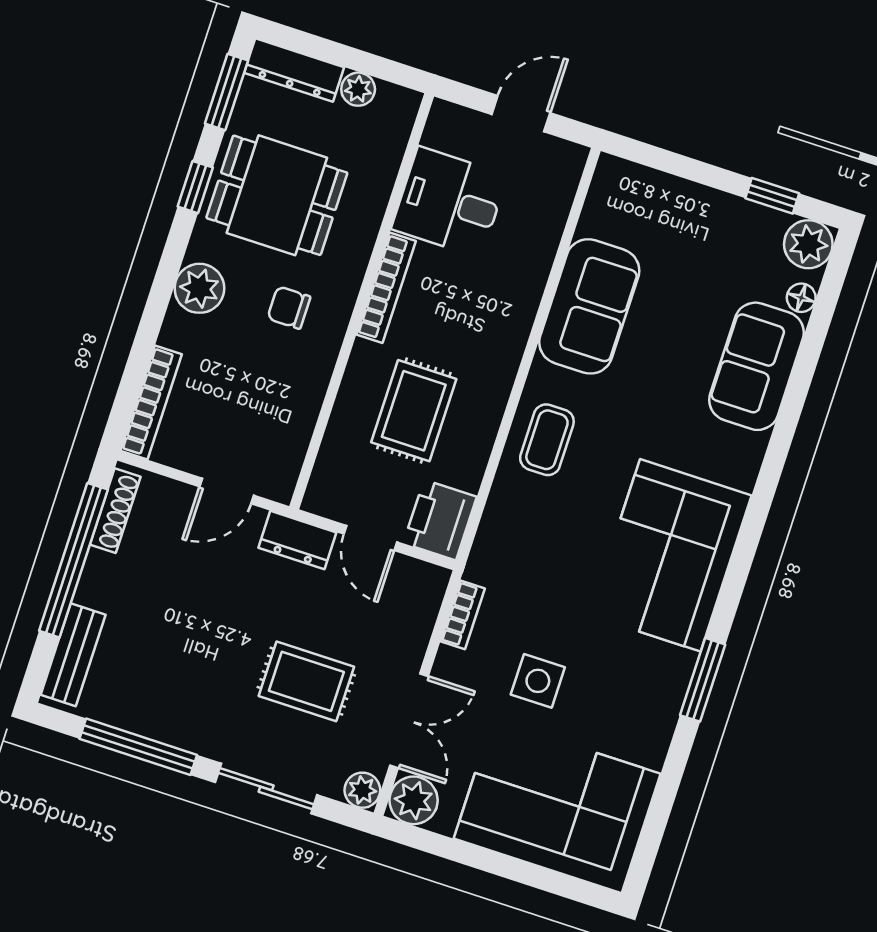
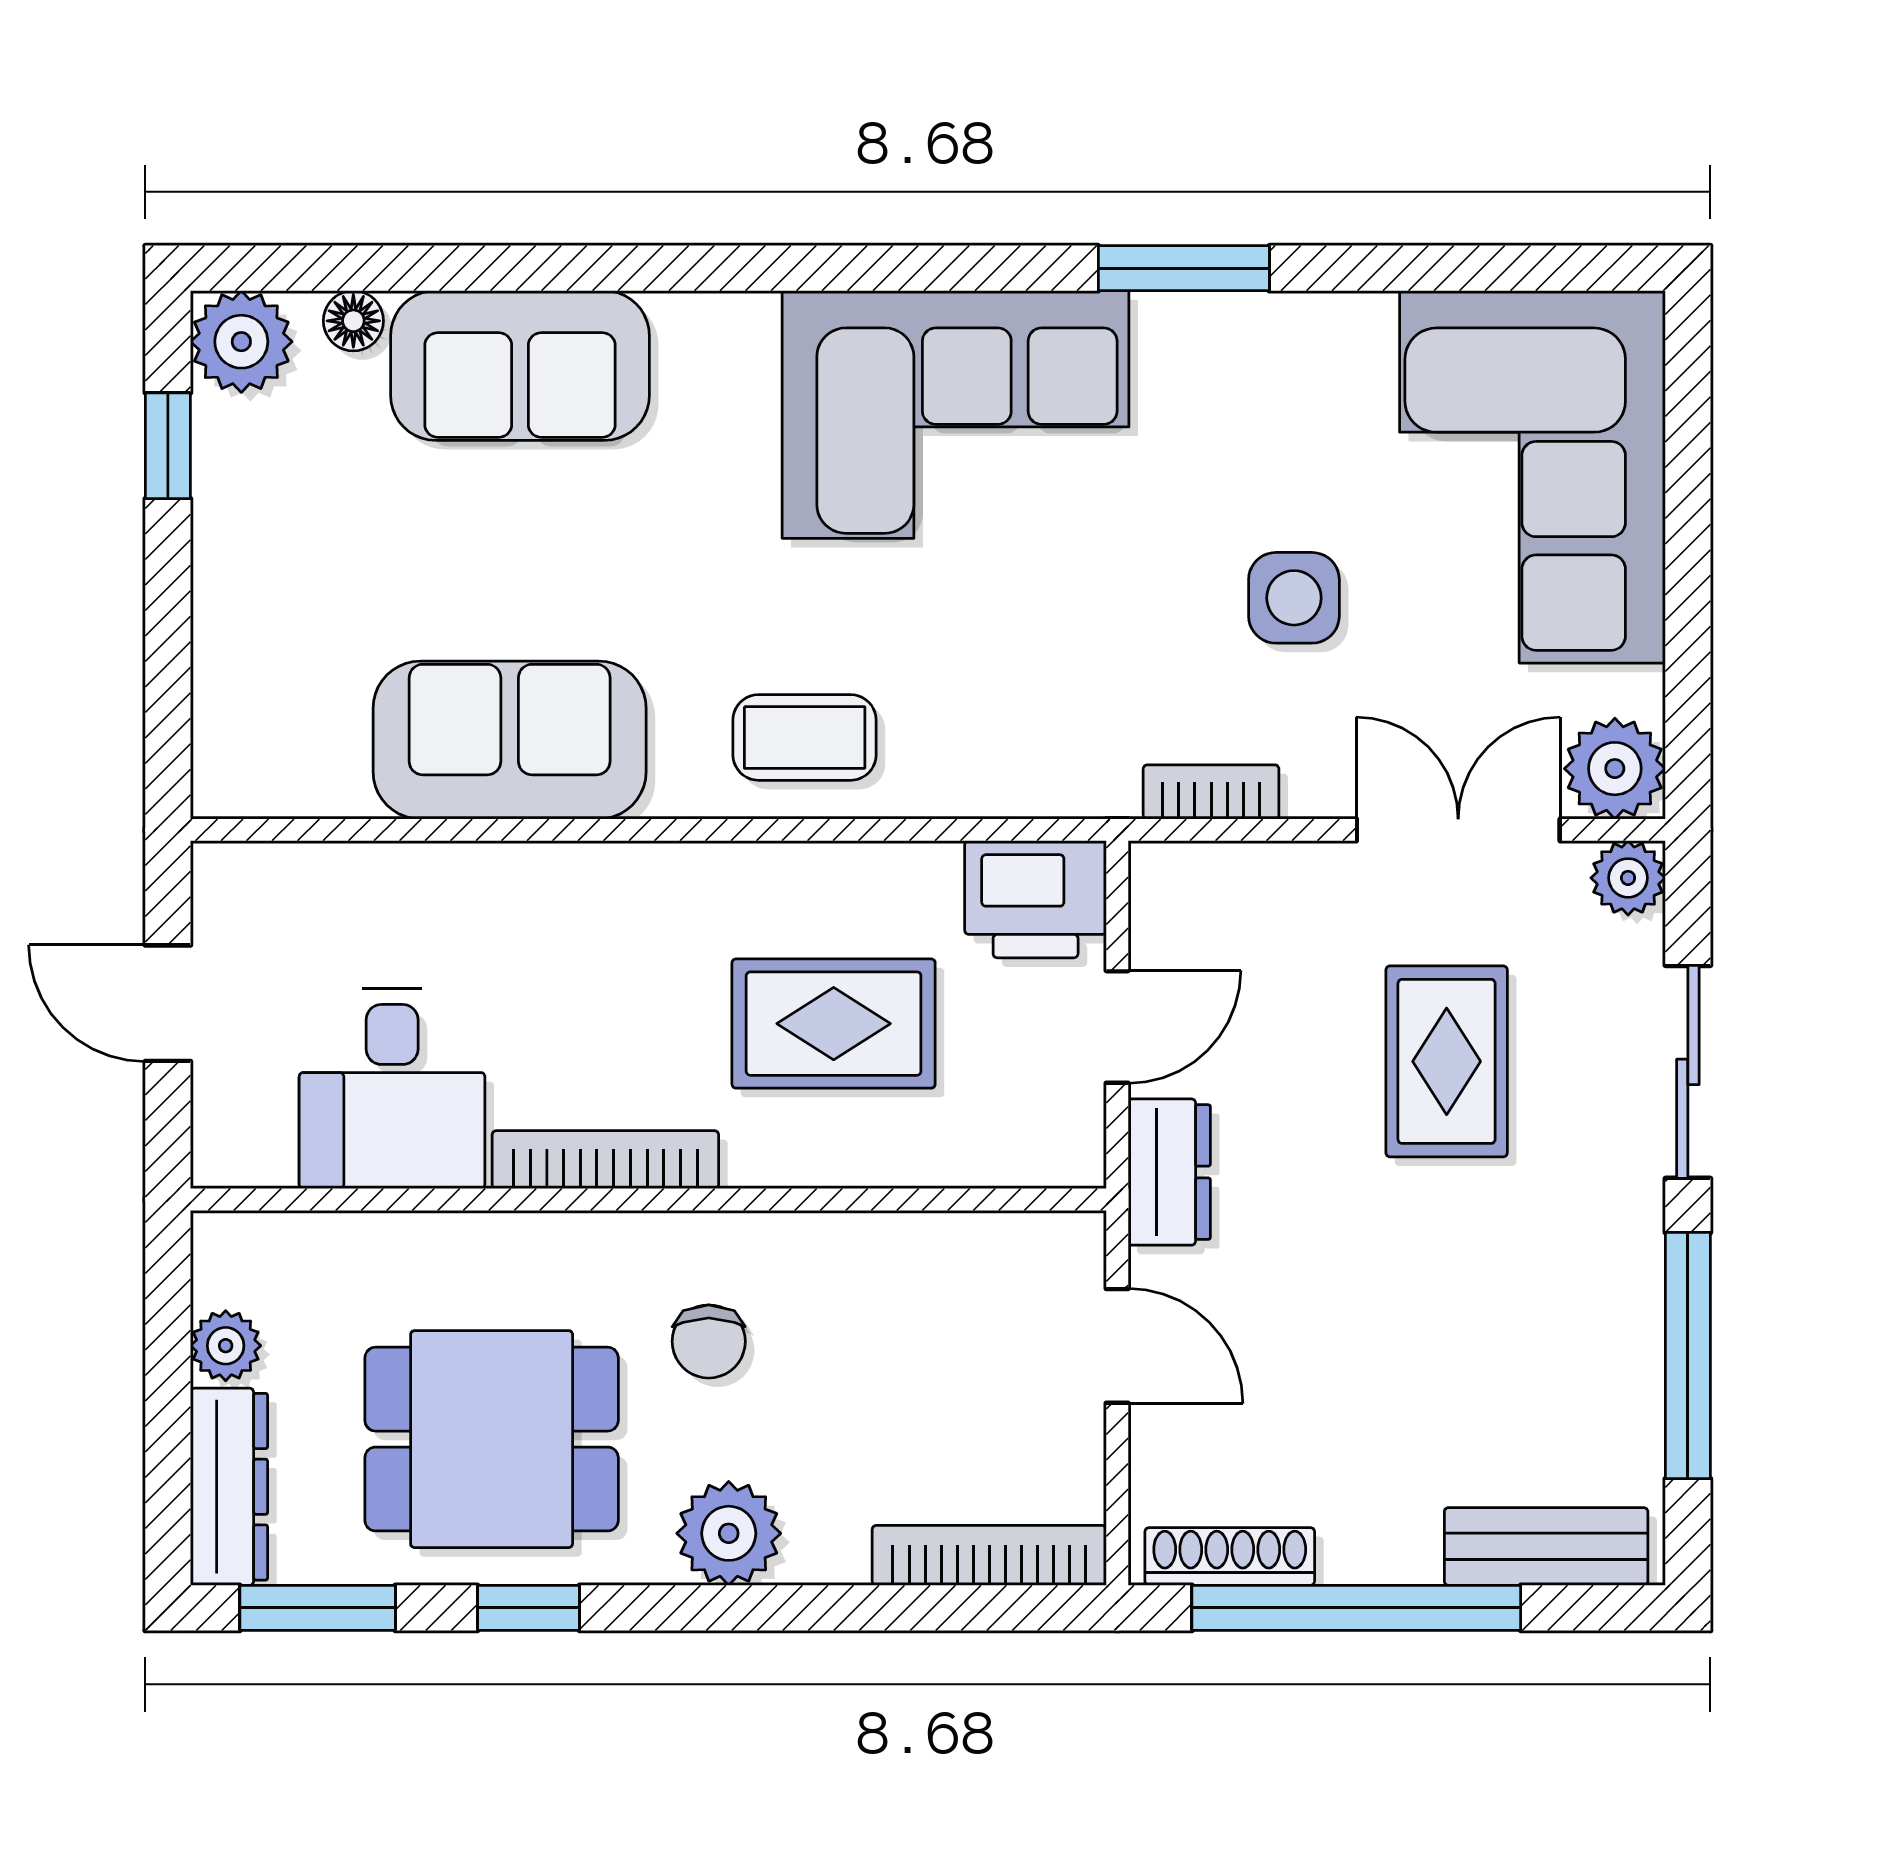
dining table: (277, 195) -> (492, 1439), turned 90

